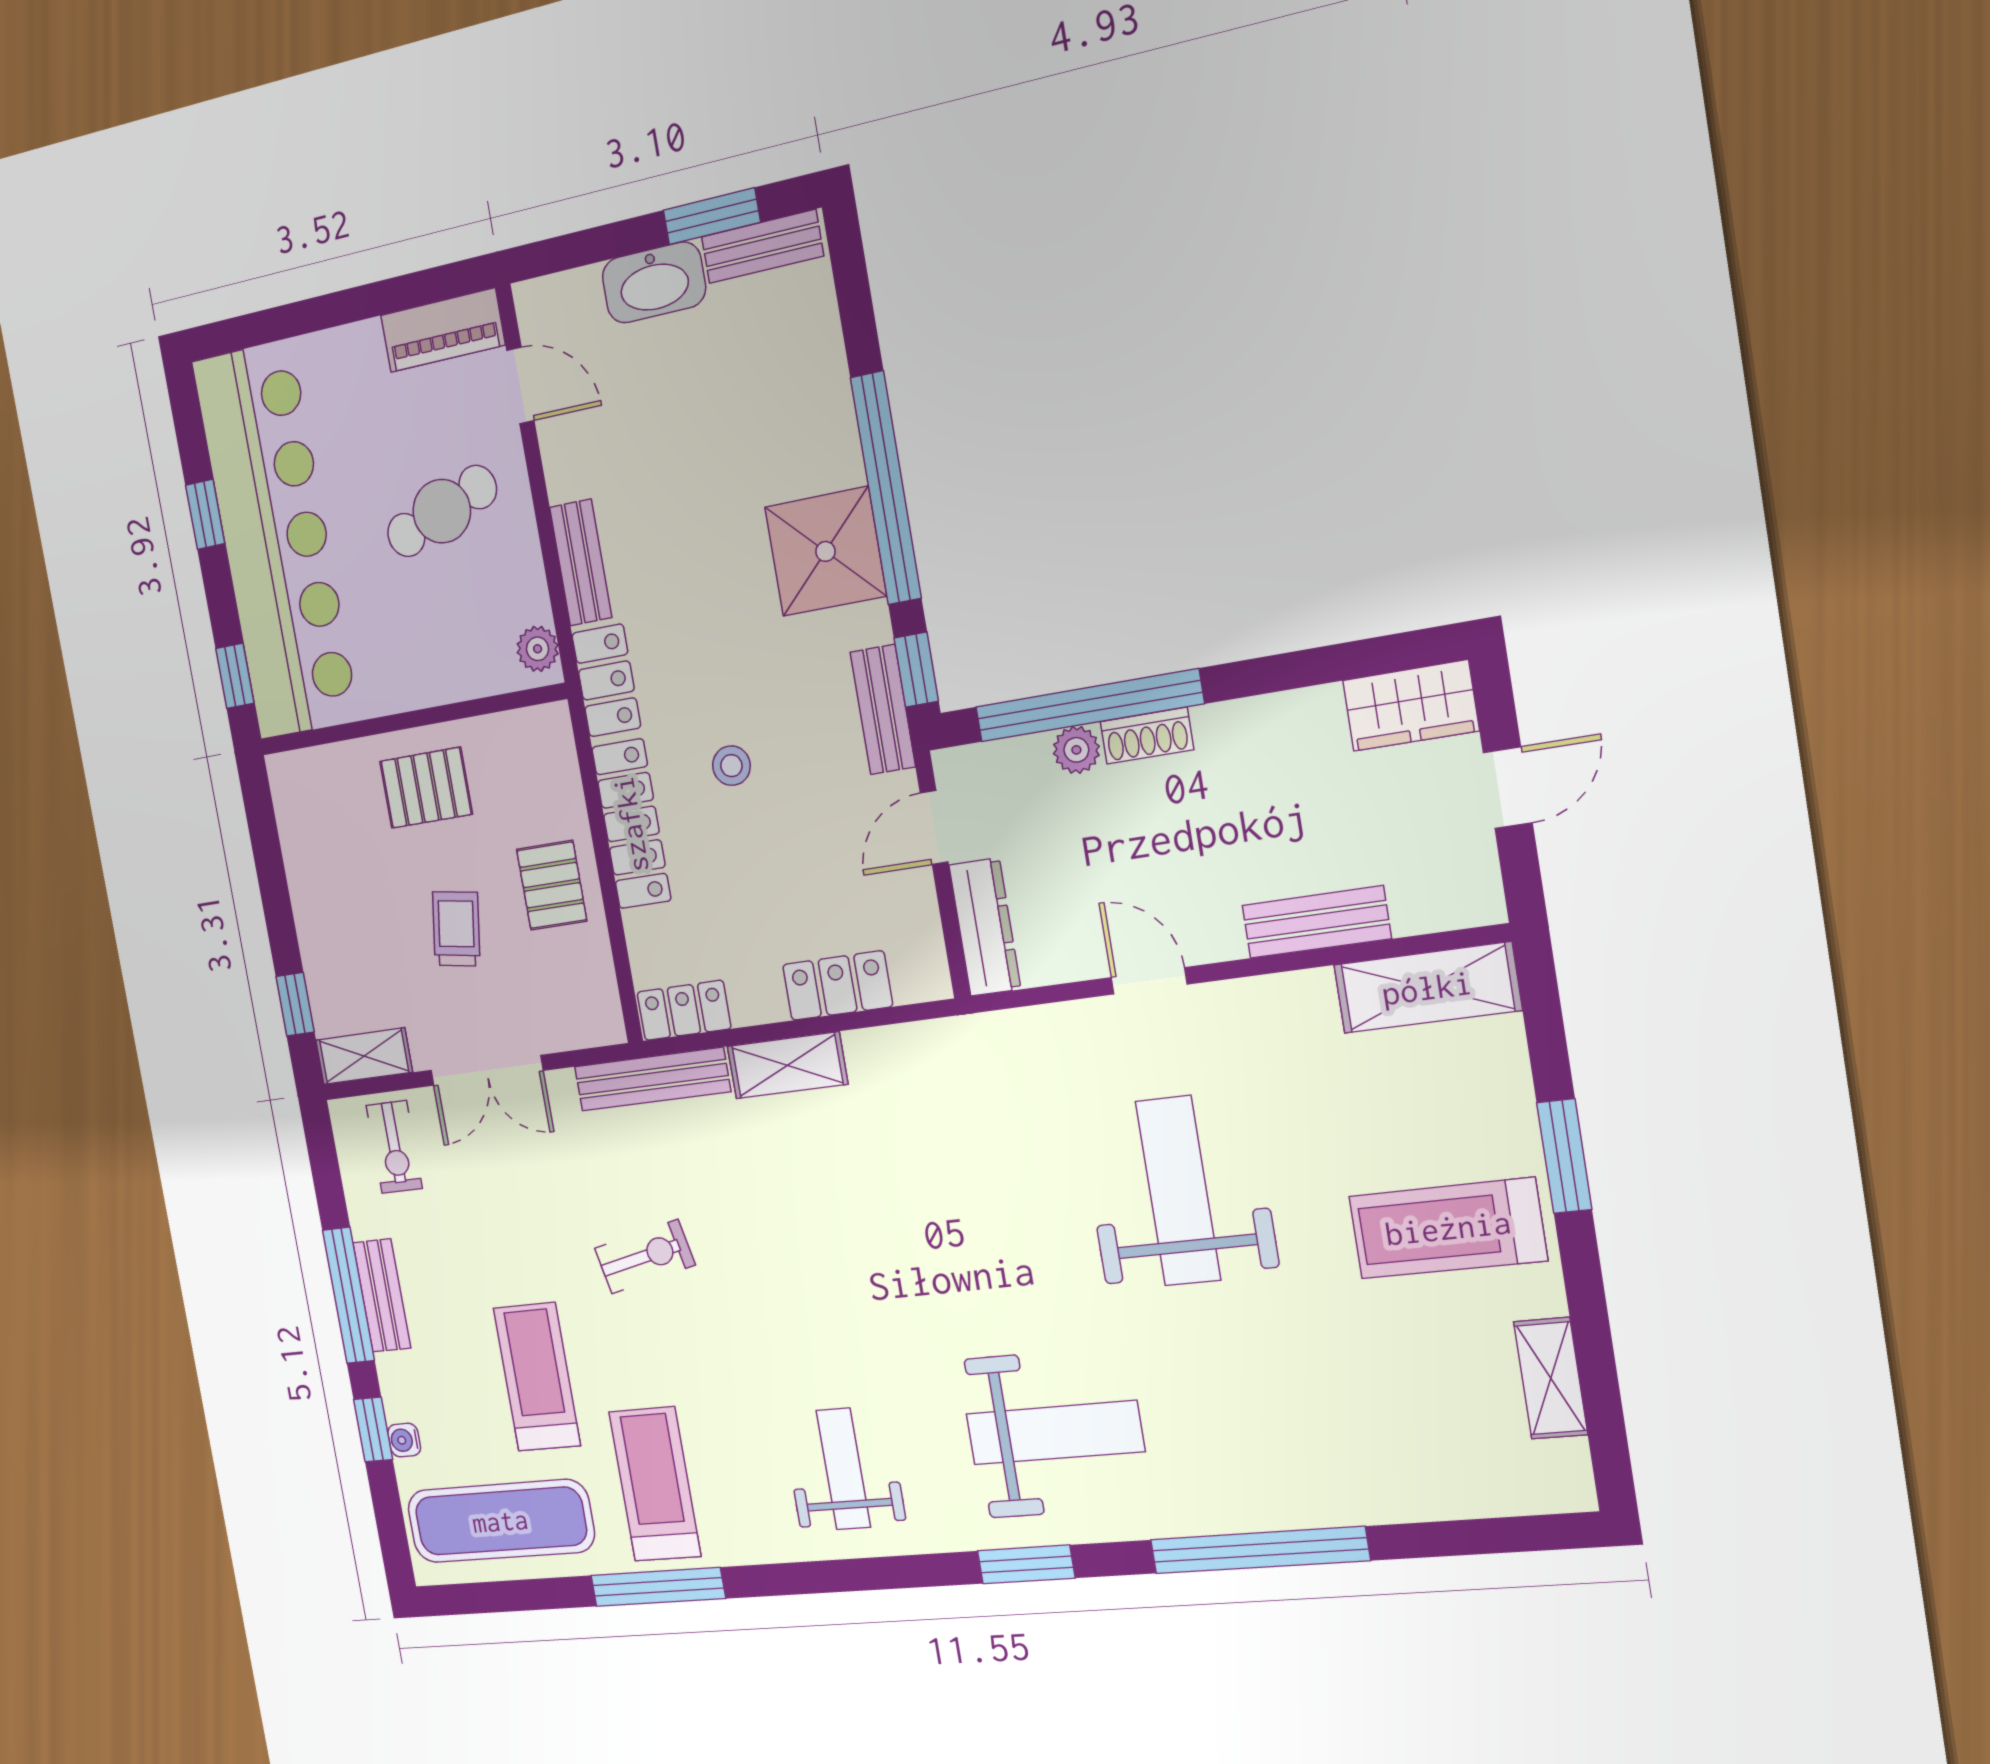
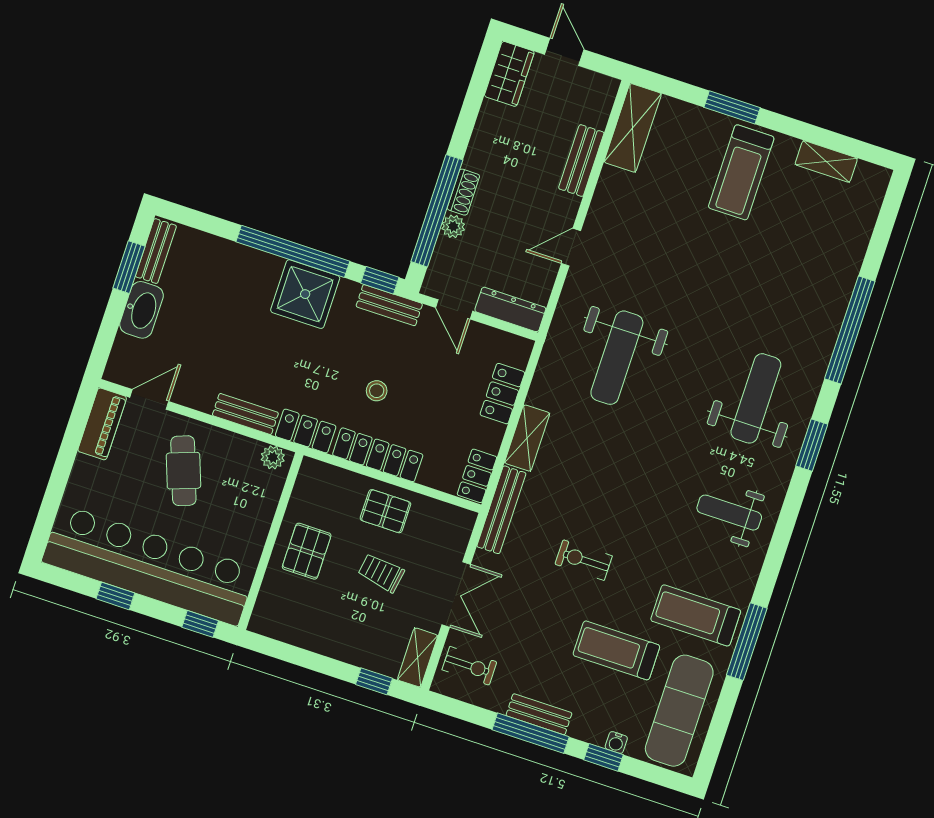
weight bench: (1178, 1191) -> (617, 358), moved, turned -90
exercise bike: (645, 1257) -> (584, 560), turned -78

